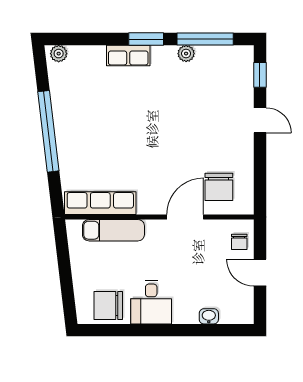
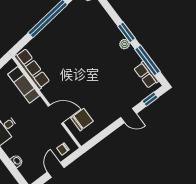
plant: (186, 54) -> (125, 44), moved
row of seats: (128, 55) -> (146, 75), moved
door: (260, 120) -> (128, 115), hinge flipped
chair: (219, 187) -> (82, 120), turned 180

